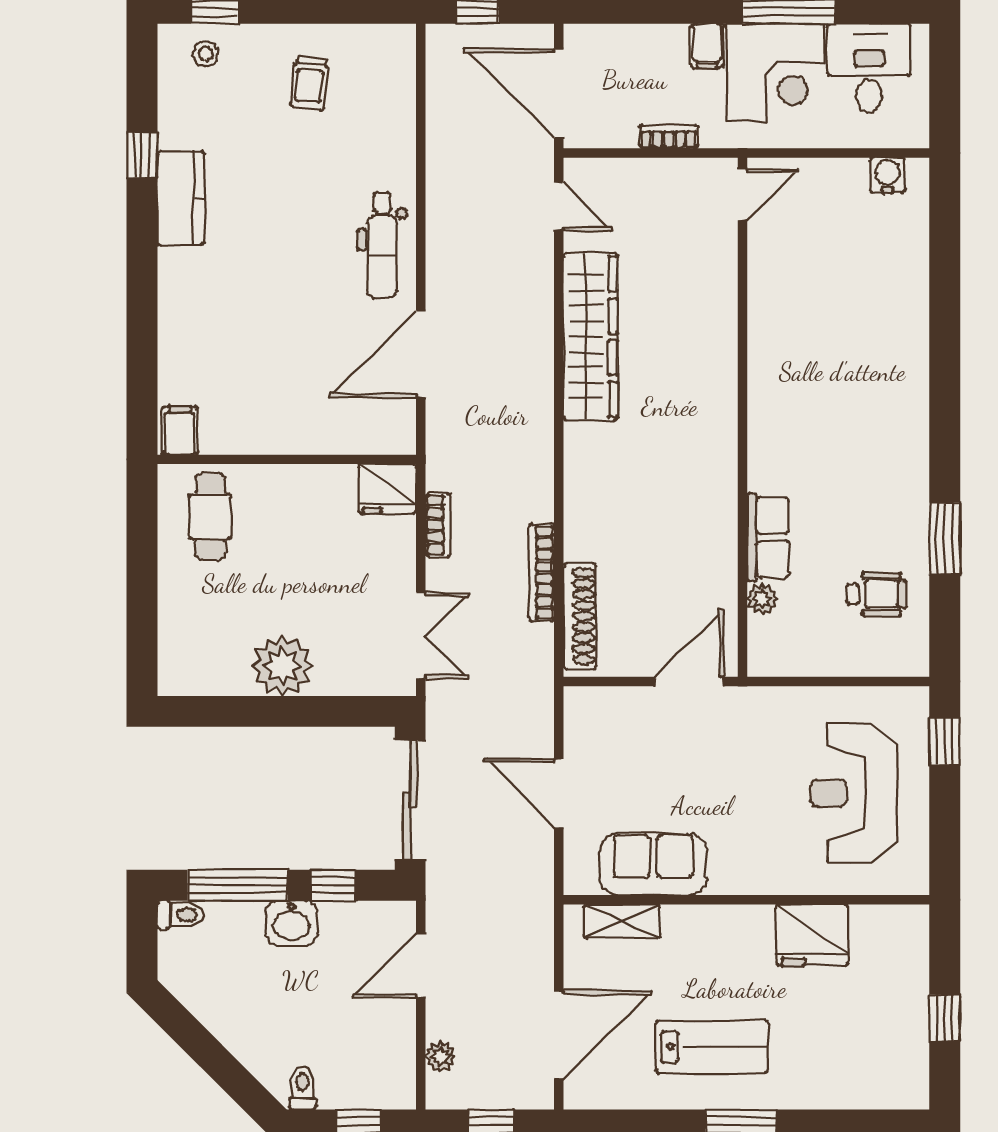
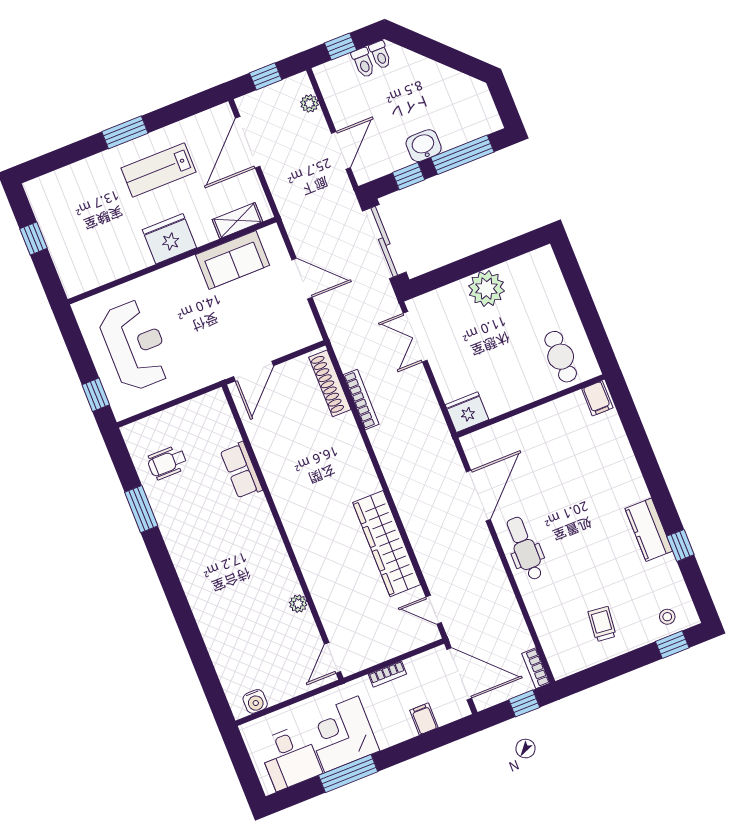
filing cabinet: (707, 46) -> (424, 719), moved
bookcase: (438, 525) -> (536, 668), moved
plant: (762, 599) -> (298, 604), moved
toilet: (181, 915) -> (363, 63), moved, turned -90
fridge: (812, 935) -> (169, 239), moved

